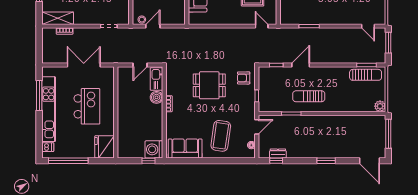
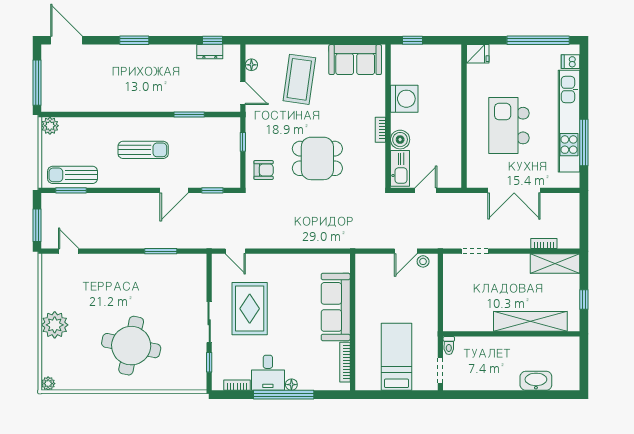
sun lounger: (309, 96) -> (143, 150), moved
door: (257, 127) -> (243, 93), swing flipped
fridge: (104, 147) -> (478, 54), width x0.53, depth x0.75
washing machine: (154, 149) -> (404, 99), moved

